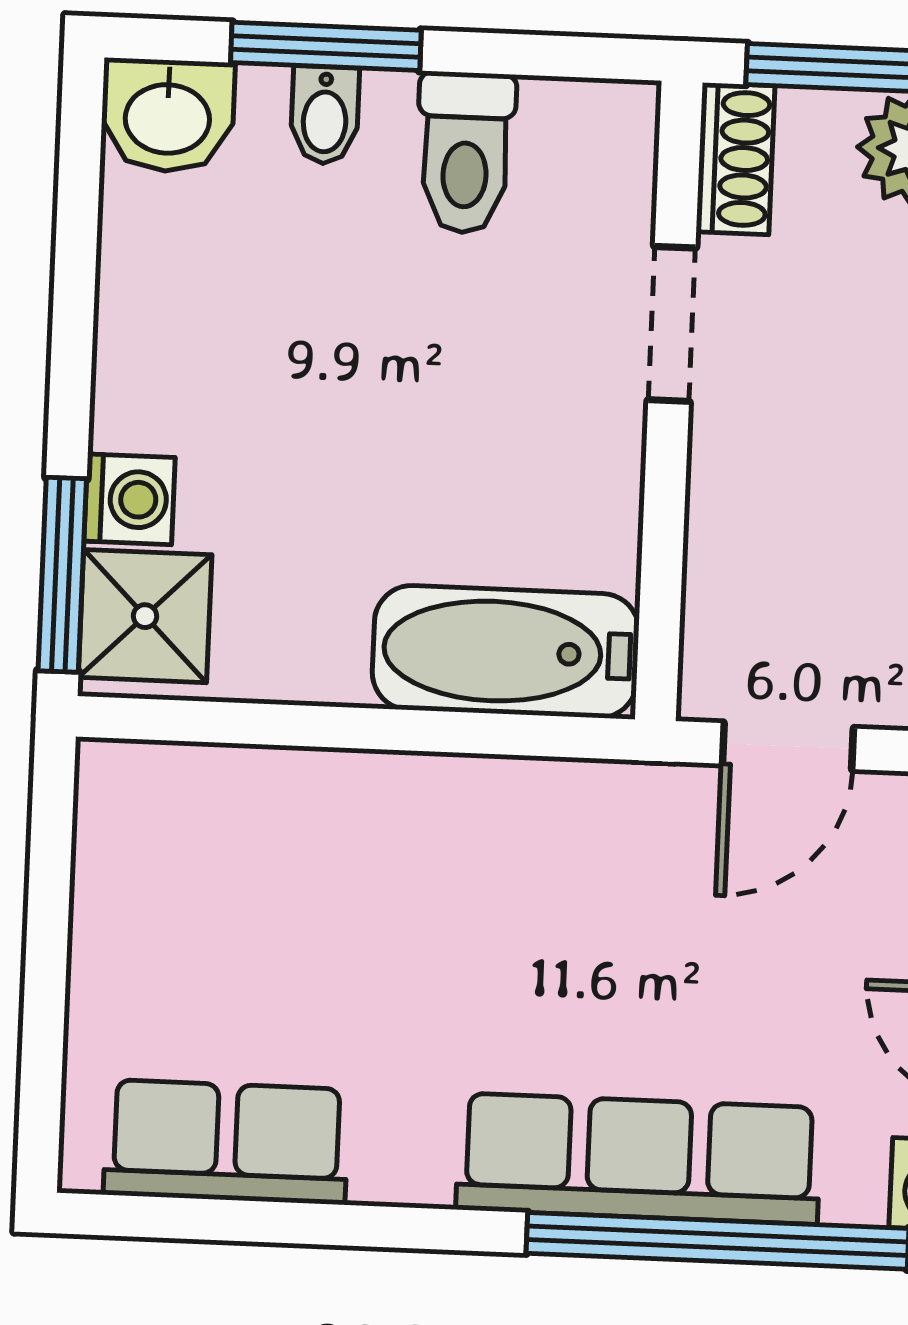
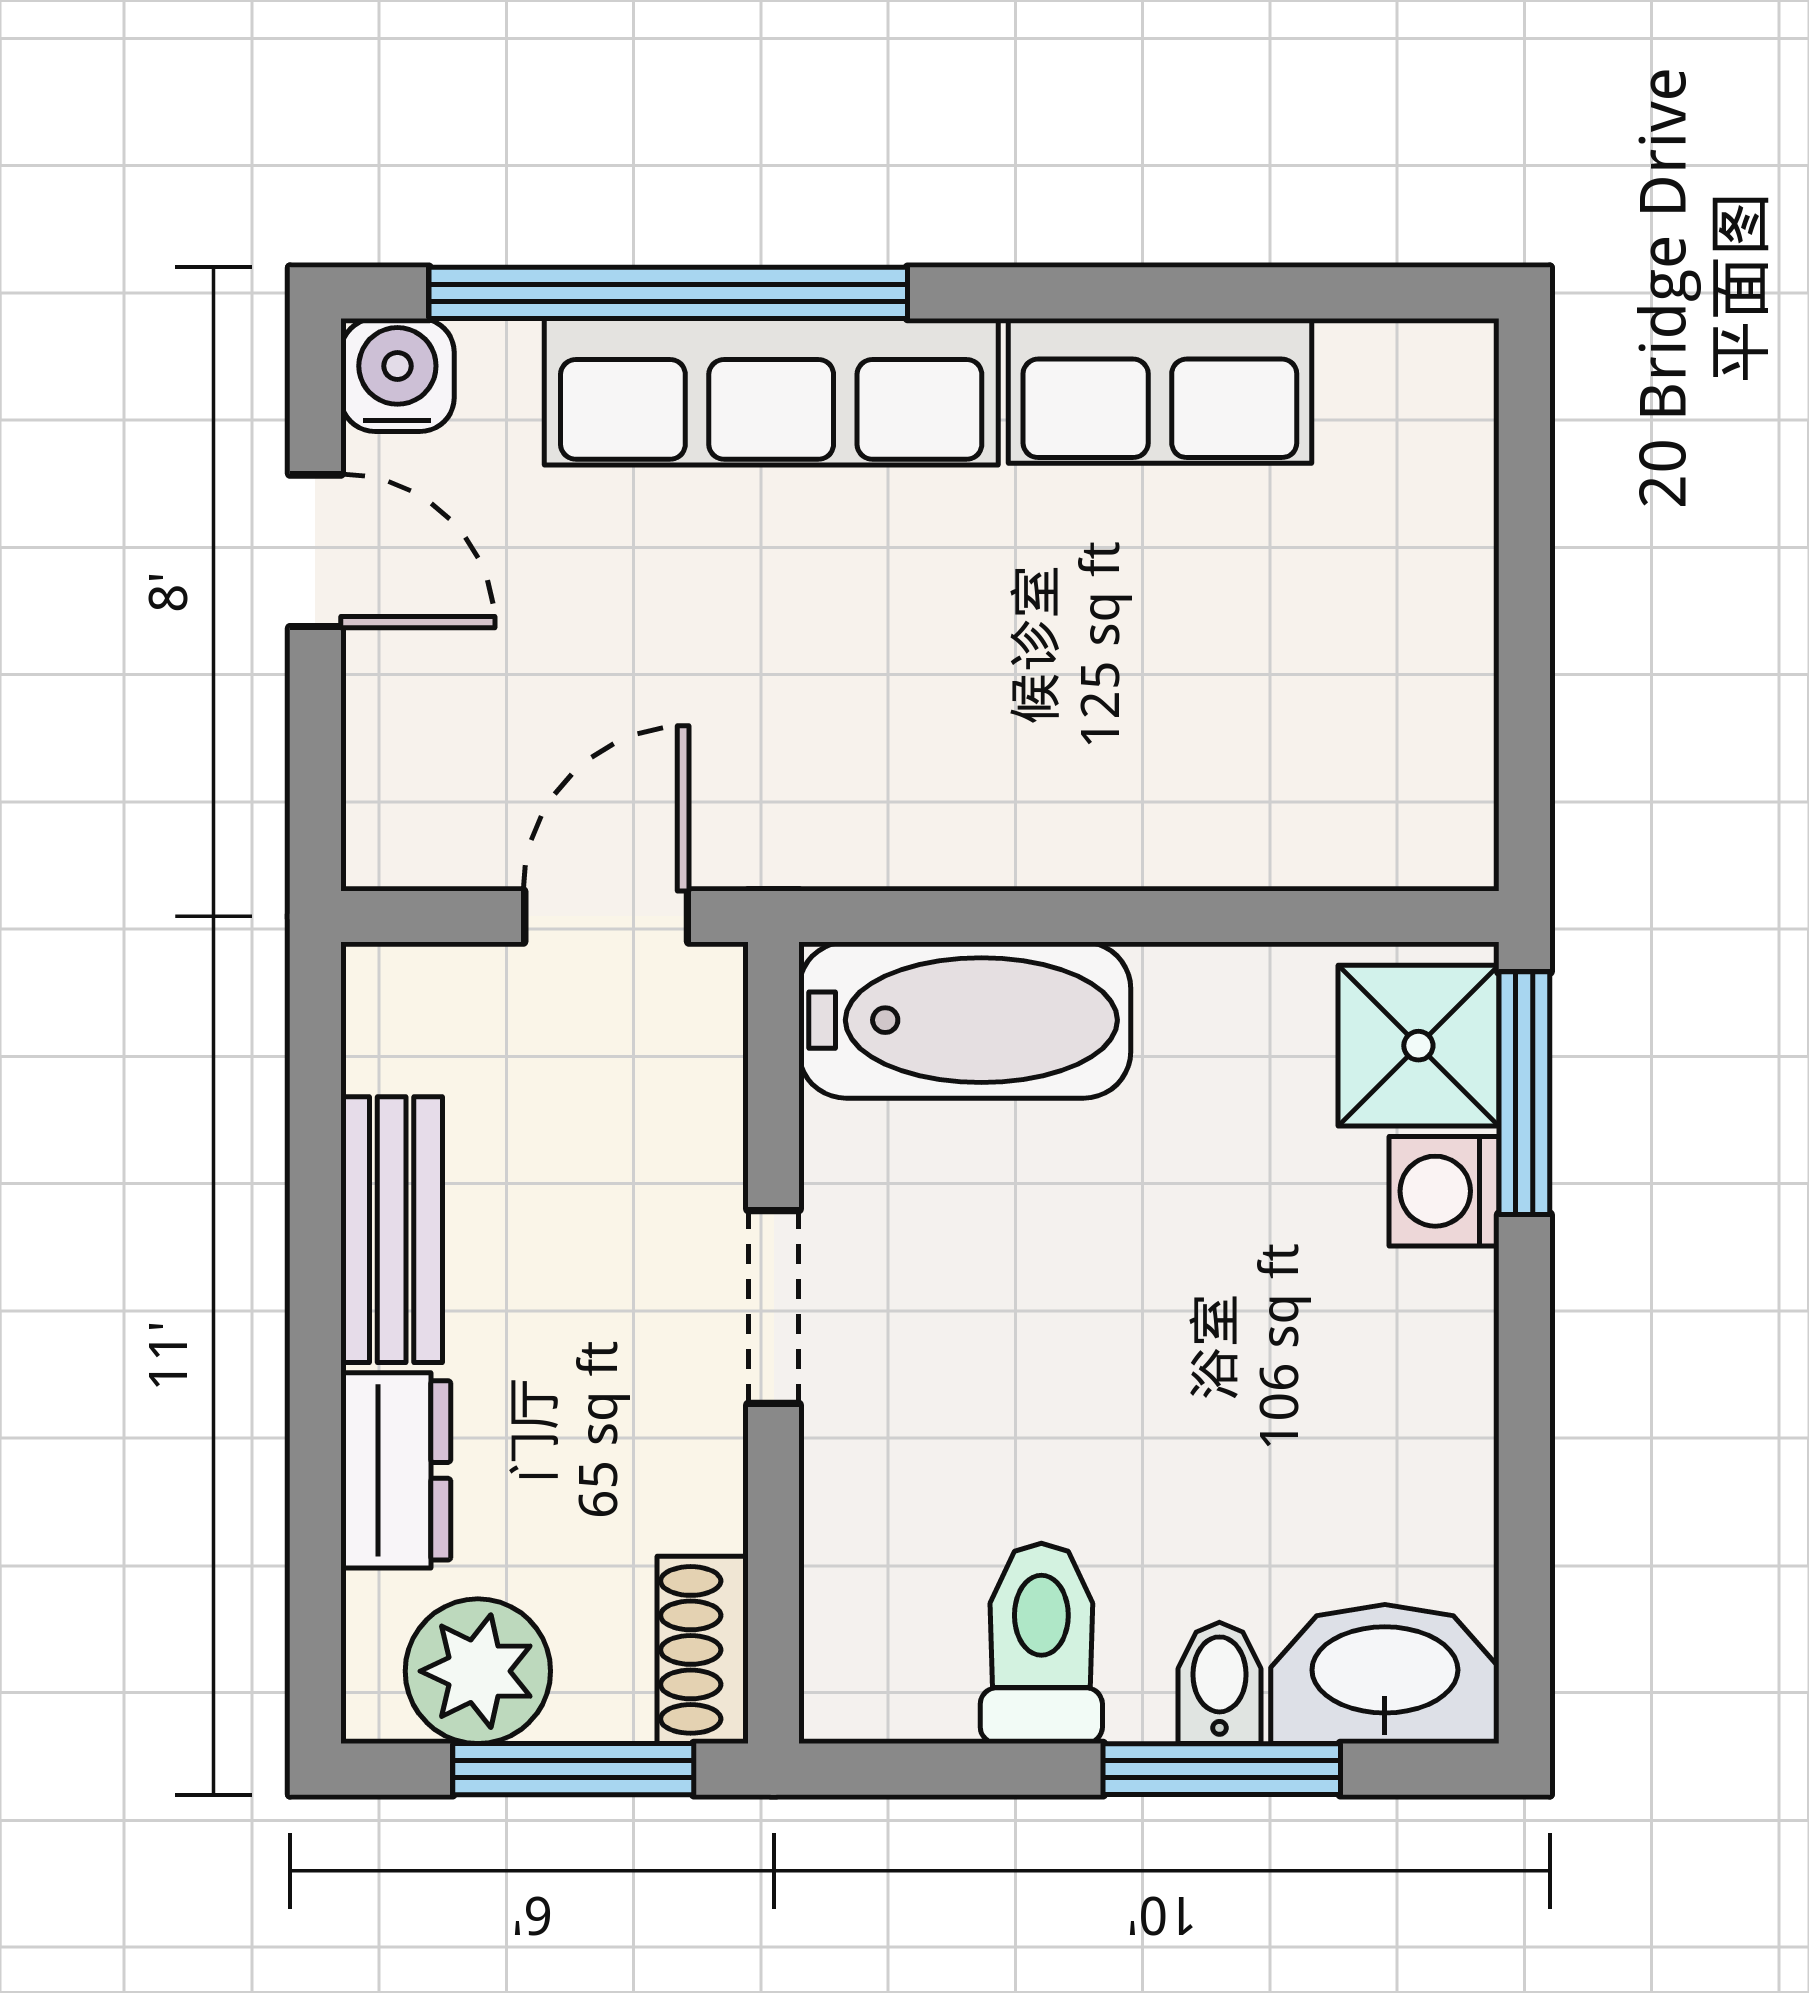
washbasin: (167, 116) -> (1385, 1674), width x1.38
doorway: (672, 324) -> (774, 1307), moved
row of seats: (226, 1142) -> (1160, 391), moved

